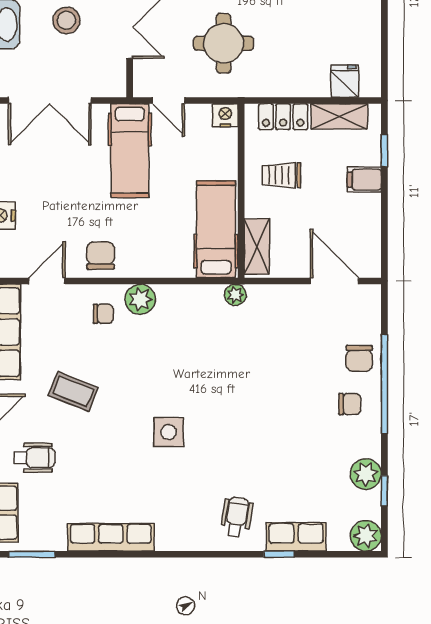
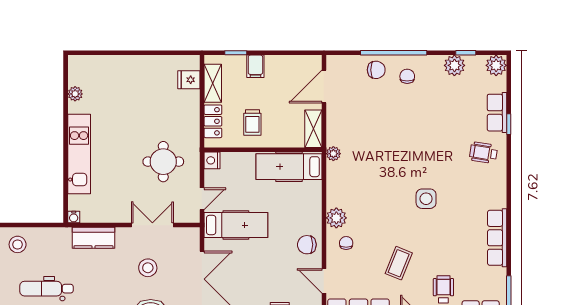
shelving: (257, 247) -> (313, 129), moved, turned 90

